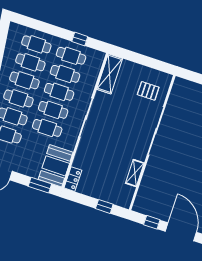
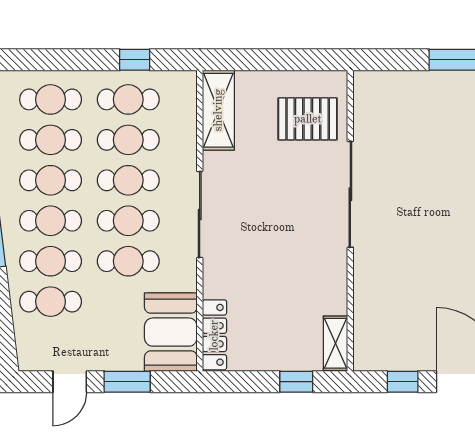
pallet: (148, 91) -> (308, 119), width x1.50, depth x1.42
shelving: (135, 173) -> (336, 343), moved
locker: (73, 179) -> (214, 335), width x1.53
window: (40, 185) -> (127, 382), moved

